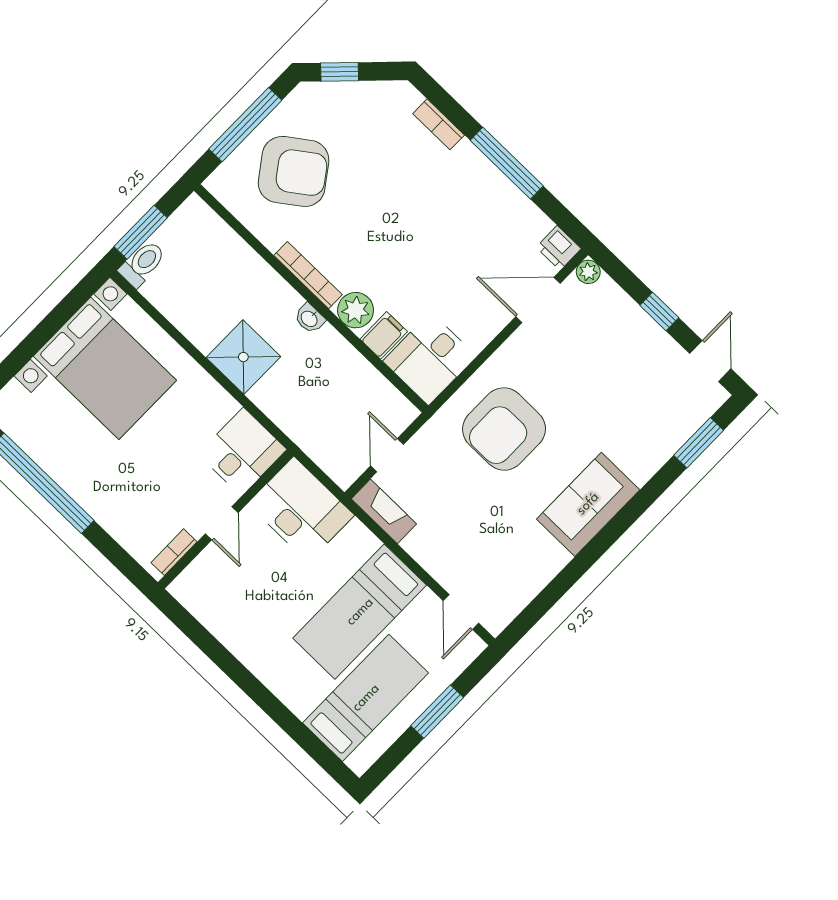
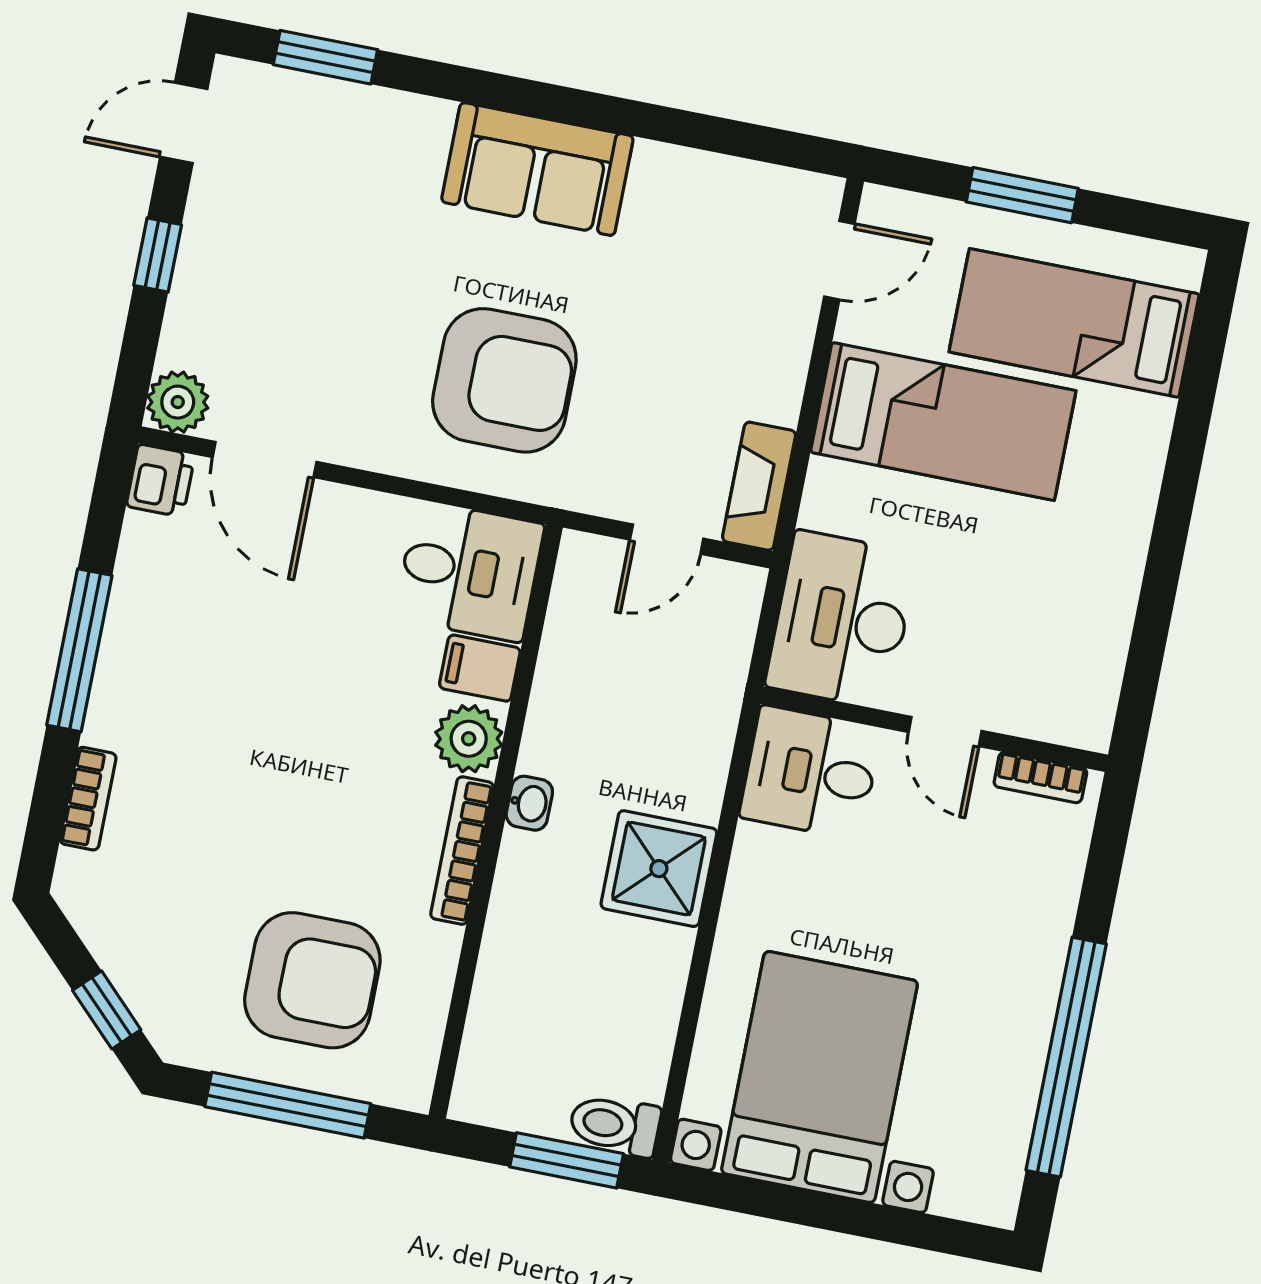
armchair: (294, 171) -> (312, 980), turned 126
plant: (588, 272) -> (178, 402), width x1.38, depth x1.38
door: (222, 523) -> (945, 731), swing flipped

